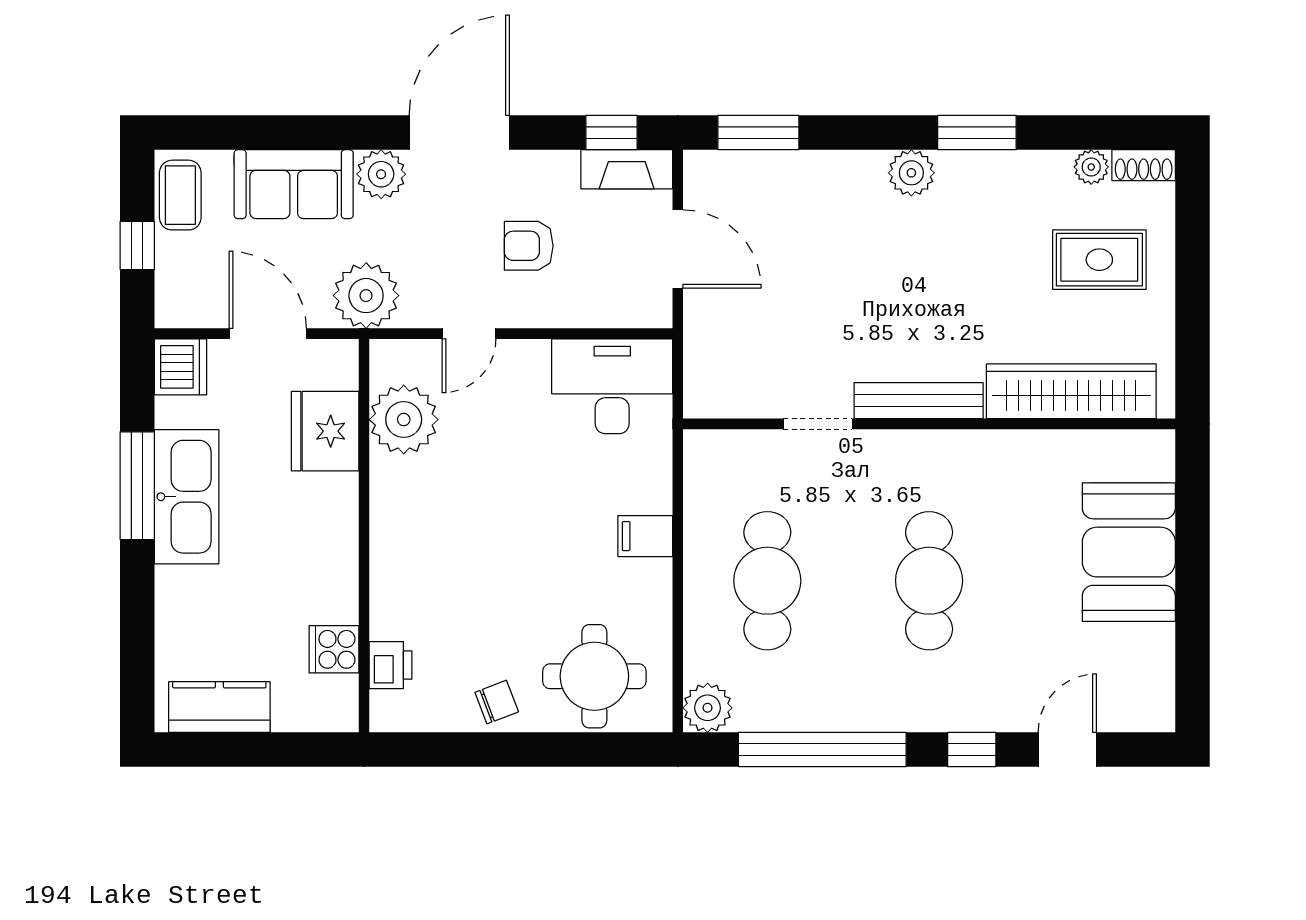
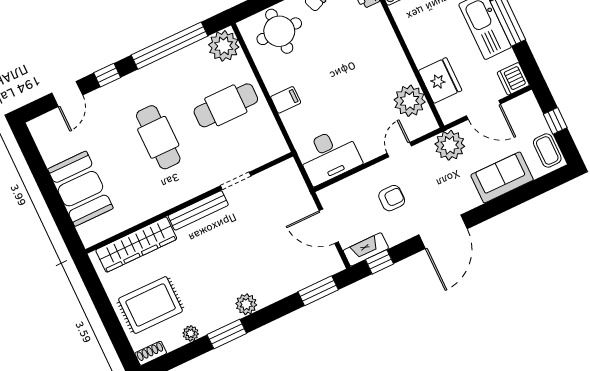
plant: (1091, 167) -> (191, 333), moved
plant: (381, 174) -> (467, 199), removed
rug: (1099, 260) -> (151, 305), width x1.36, depth x1.43
cafe table: (767, 581) -> (226, 105), turned 90
plant: (708, 708) -> (224, 46), width x1.36, depth x1.36

